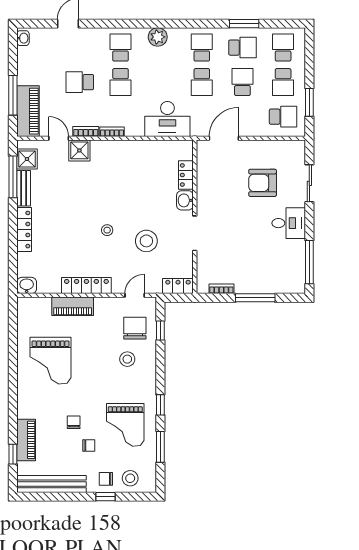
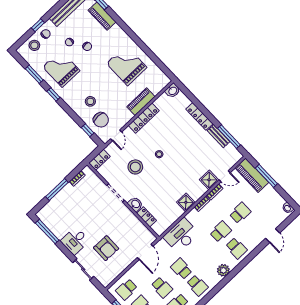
school desk: (121, 82) -> (221, 232), turned 90
shower: (27, 159) -> (186, 202), moved
armchair: (263, 183) -> (106, 248), turned 91

